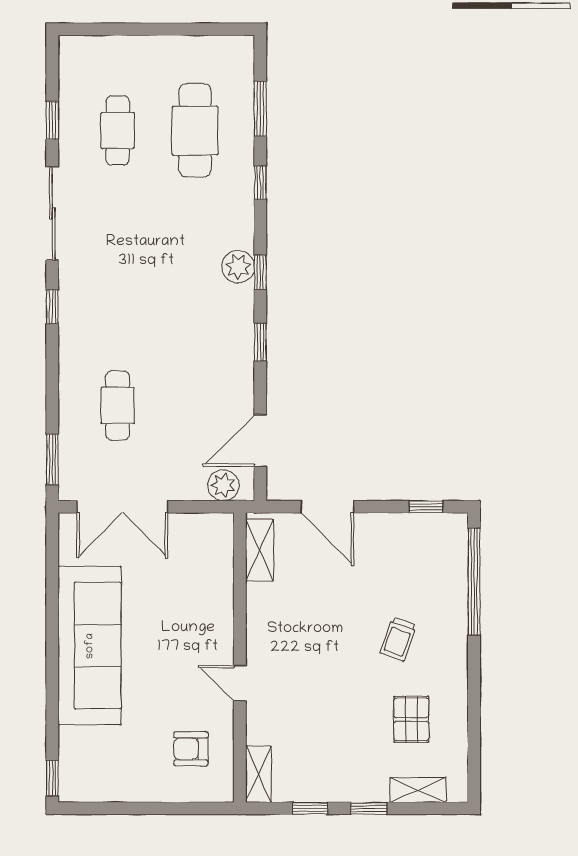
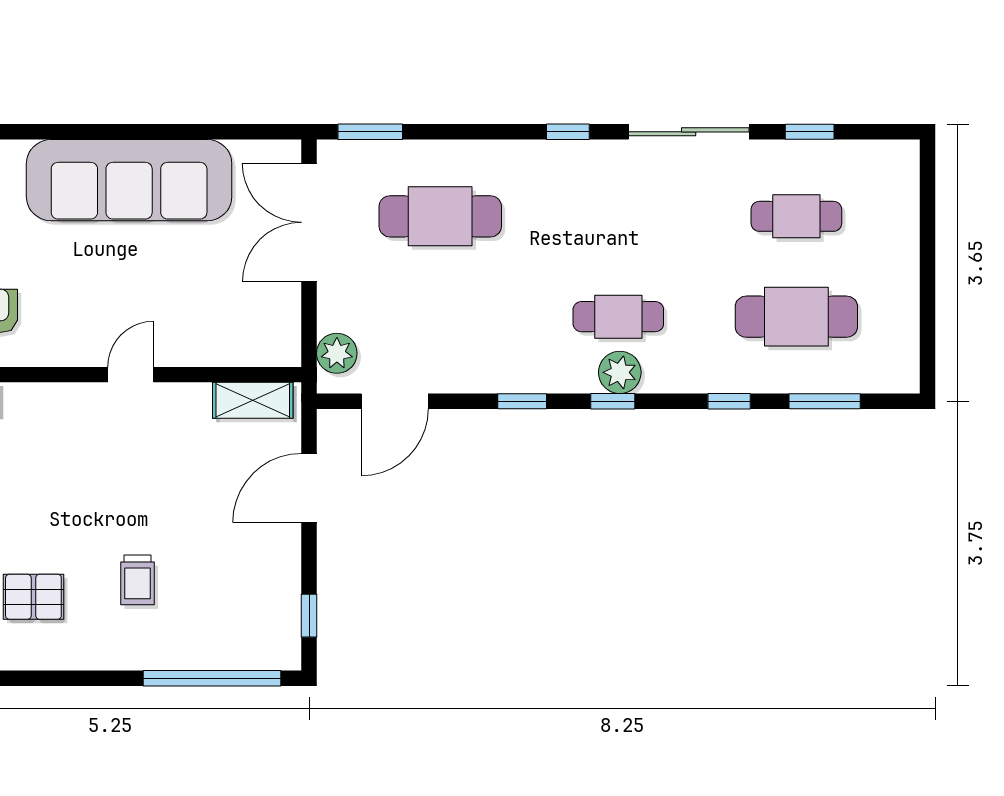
cafe table: (195, 268) -> (618, 317), added
cafe table: (118, 405) -> (440, 216), width x1.37, depth x1.35
door: (260, 441) -> (395, 401), swing flipped
trolley: (398, 639) -> (137, 580), turned -110
door: (240, 683) -> (131, 375), moved

